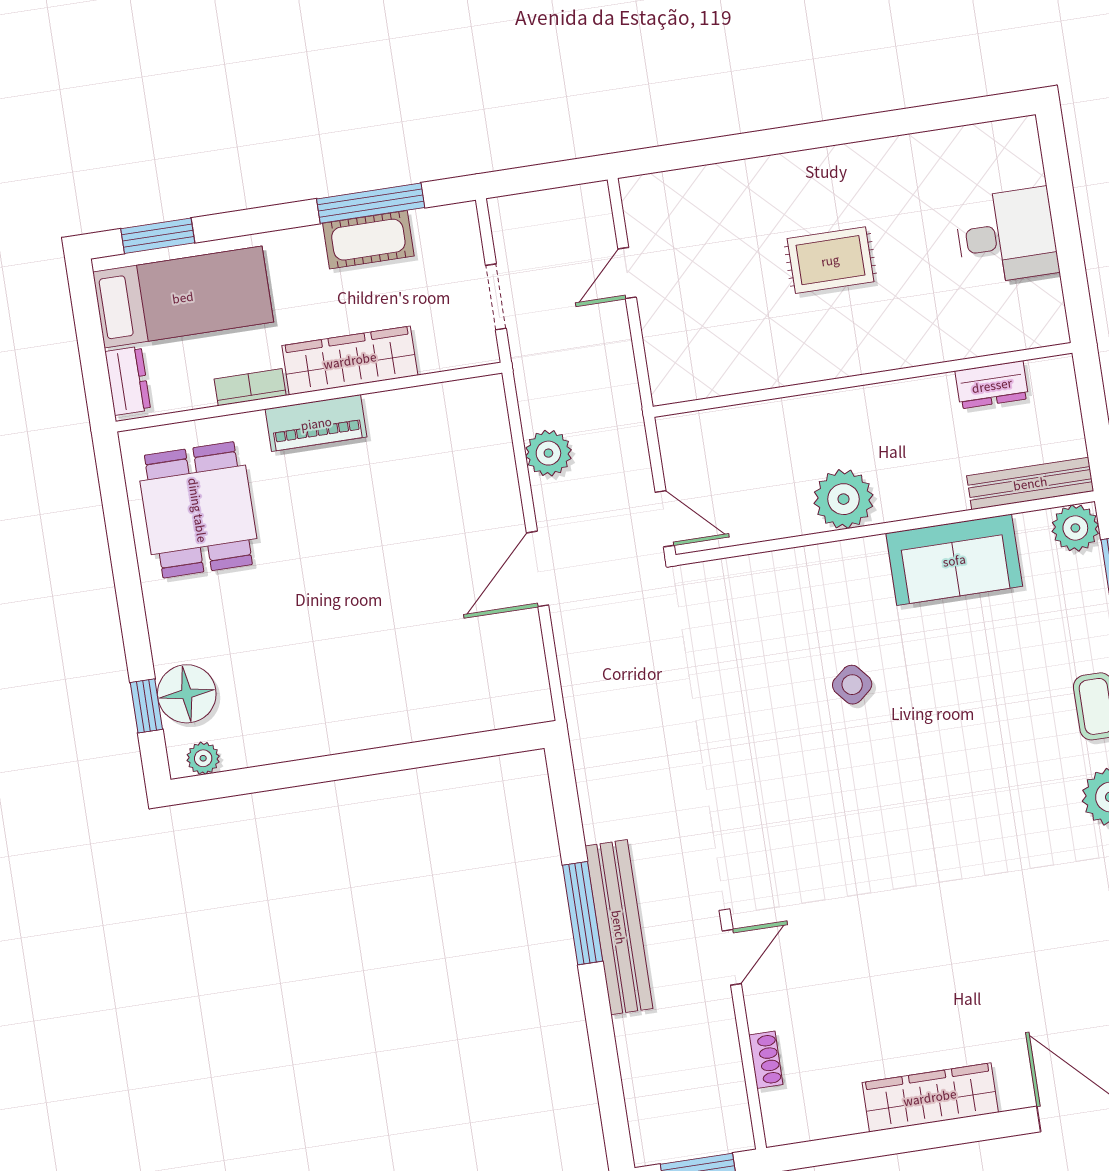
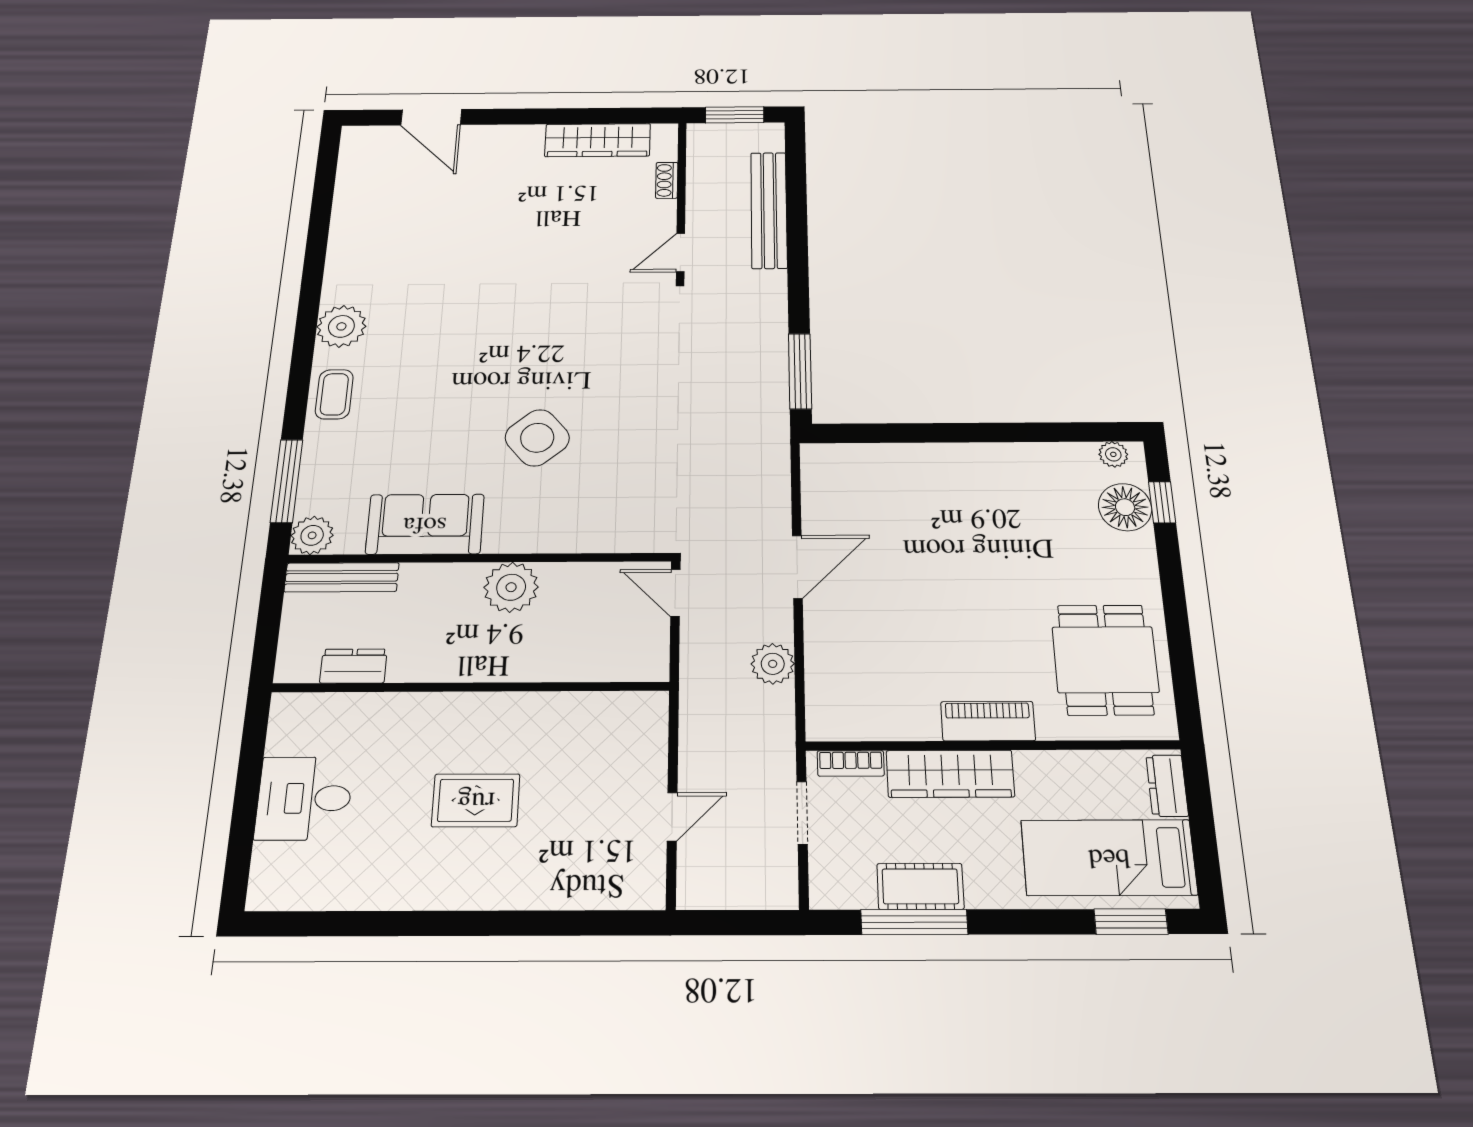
bookcase: (250, 387) -> (851, 763), moved
side table: (852, 685) -> (537, 438), width x1.87, depth x1.87
window: (583, 913) -> (800, 371), moved
bench: (619, 927) -> (769, 210), moved
wardrobe: (930, 1097) -> (598, 140), moved

